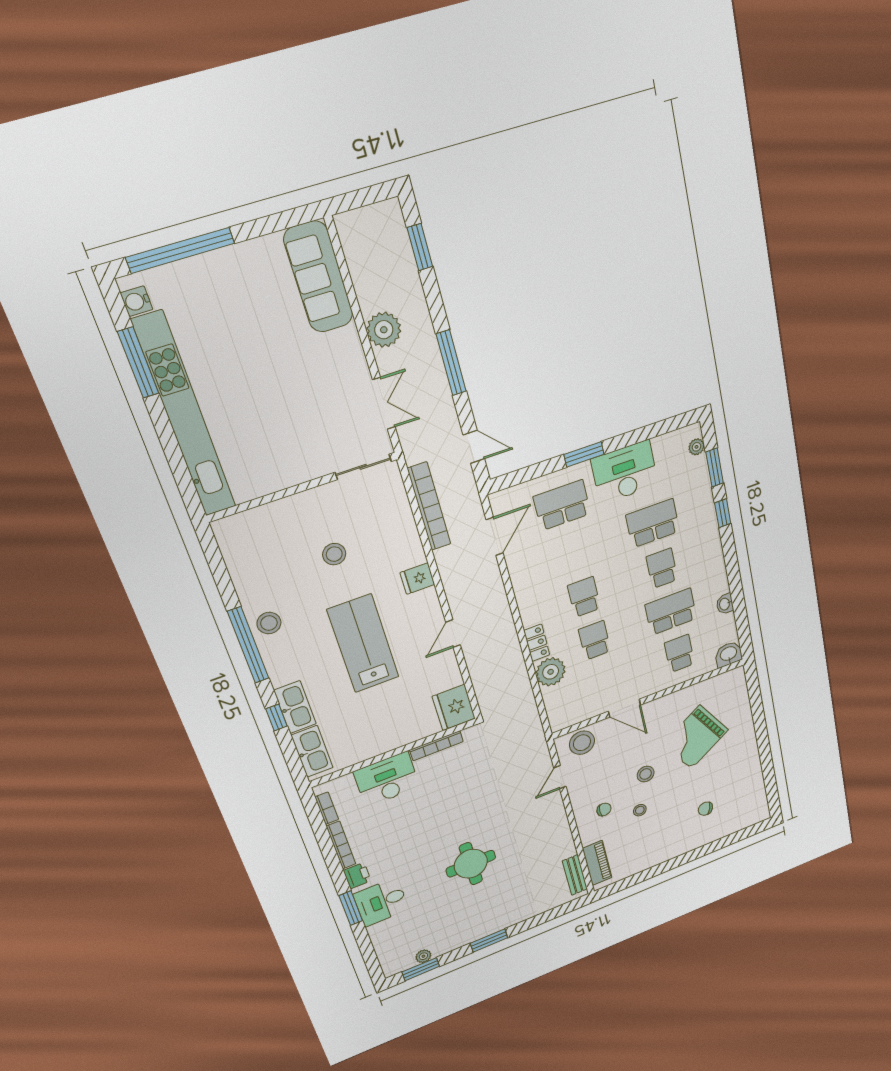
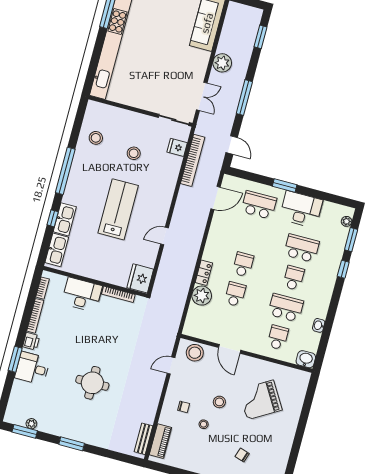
fridge: (417, 579) -> (177, 147), moved
stool: (269, 623) -> (96, 138), moved

